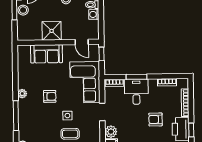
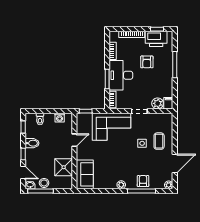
washing machine: (94, 14) -> (60, 118), moved
shower: (52, 31) -> (64, 167), moved
door: (82, 42) -> (74, 140), moved
sofa: (47, 54) -> (85, 174), moved
desk: (136, 92) -> (121, 75), width x1.37
armchair: (50, 96) -> (143, 181), moved

